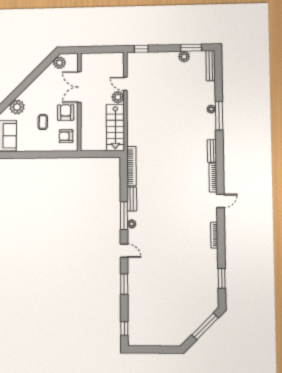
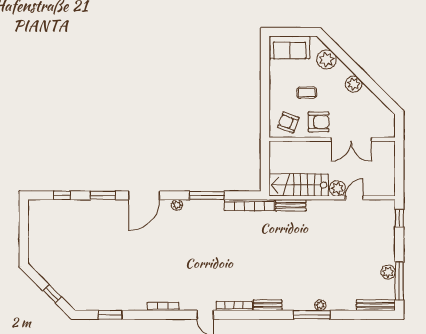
window: (191, 48) -> (399, 281), width x1.44
plant: (59, 63) -> (354, 84), moved
double door: (79, 87) -> (351, 139), swing flipped
armchair: (66, 136) -> (288, 122), turned -70
bench: (132, 199) -> (291, 205), moved
window: (124, 216) -> (207, 195), moved
door: (124, 251) -> (144, 195), width x1.87
window: (205, 326) -> (52, 294), width x0.46
window: (124, 328) -> (62, 195), moved

